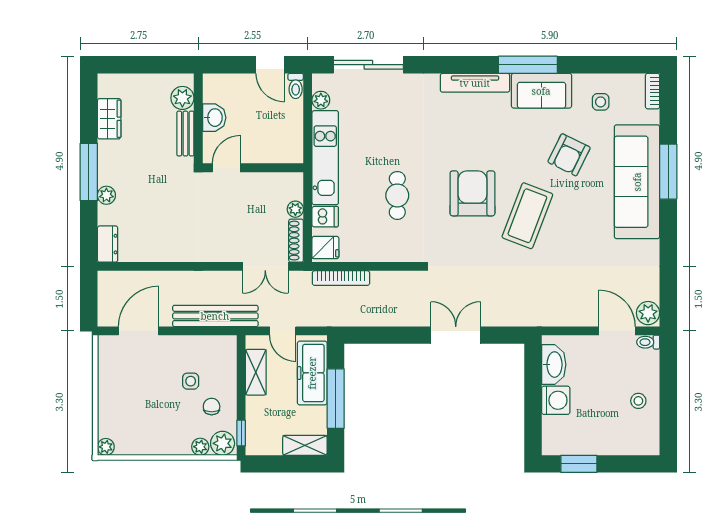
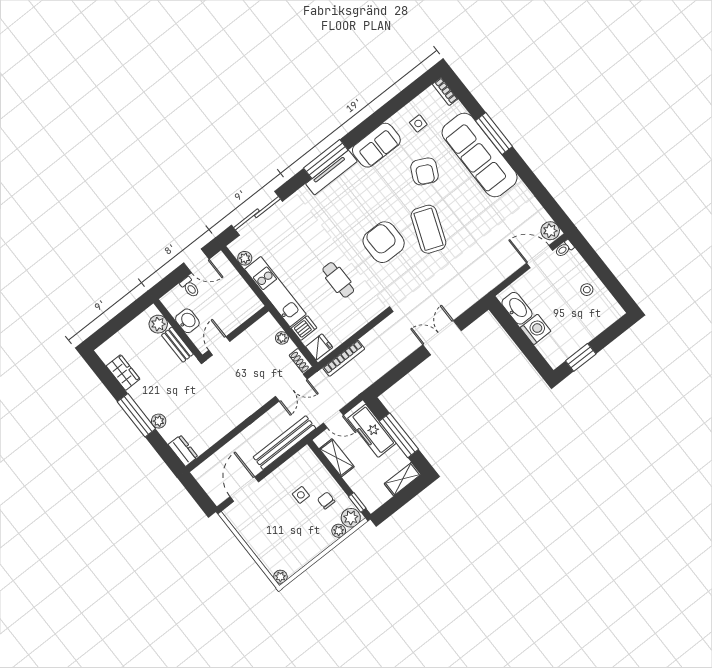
window: (528, 65) -> (326, 159), moved
toilet: (296, 86) -> (190, 287), moved
shoe rack: (296, 241) -> (301, 361), width x0.70

